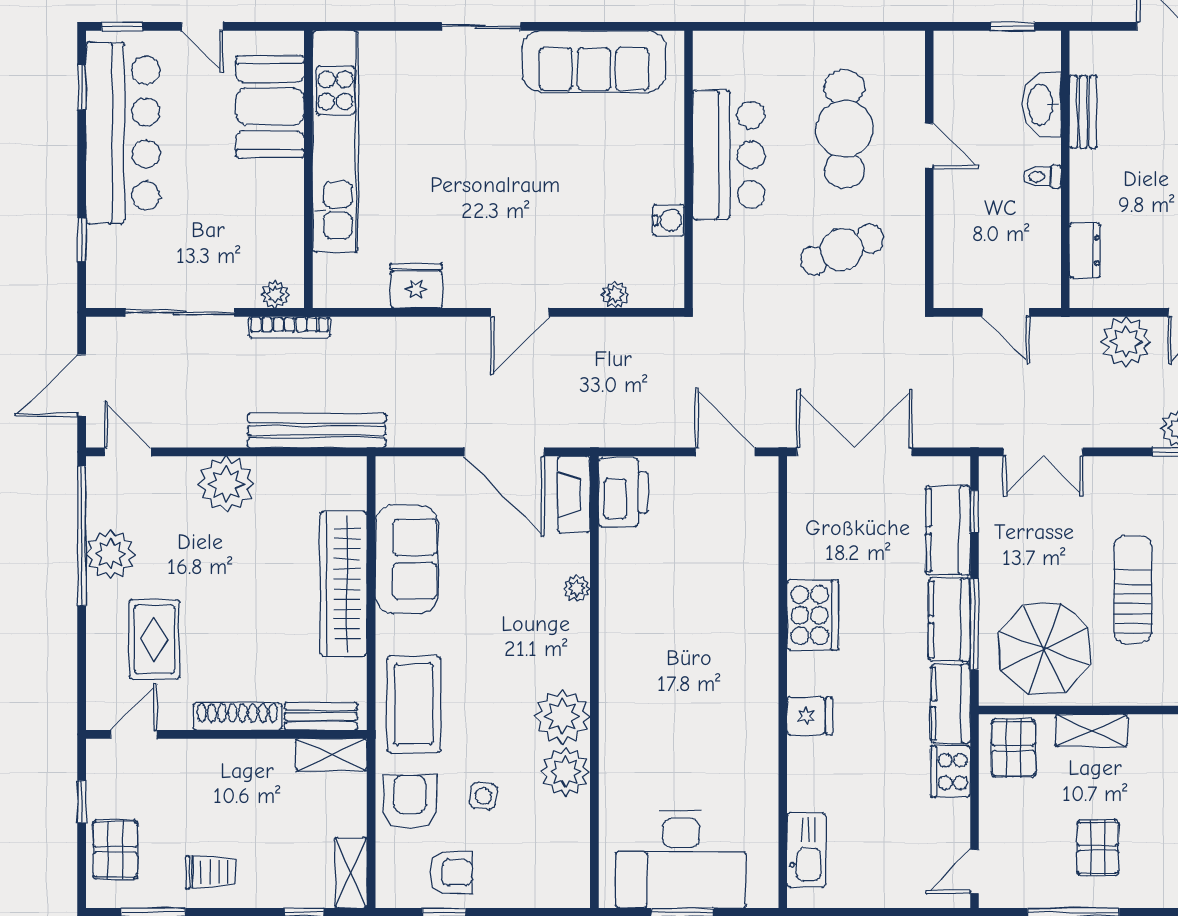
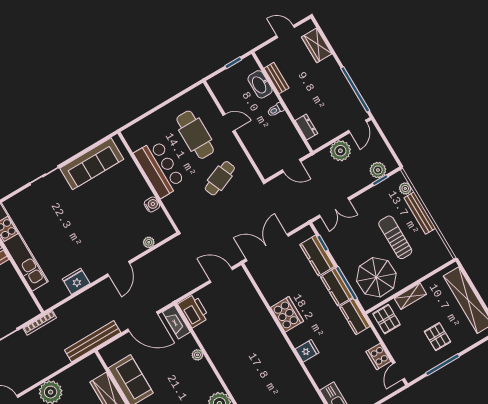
plant: (275, 294) -> (28, 314), removed
bench: (317, 431) -> (93, 341), moved
cooker: (950, 772) -> (378, 356), moved

